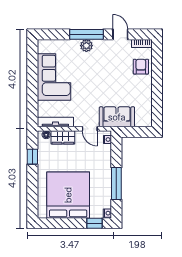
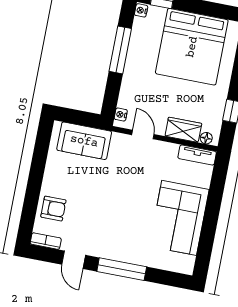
plant: (86, 46) -> (125, 253), removed
armchair: (141, 67) -> (53, 209), turned -90
sofa: (117, 117) -> (84, 141), moved
tv unit: (55, 122) -> (197, 155), width x0.71

